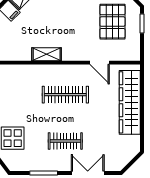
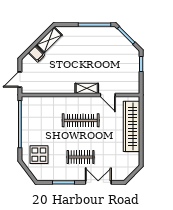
pallet: (112, 22) -> (118, 63), removed
shelving: (47, 54) -> (87, 88), moved

